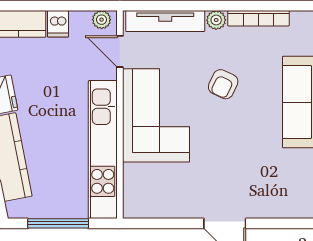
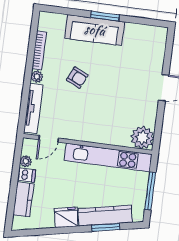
plant: (102, 20) -> (26, 161), moved
corner sofa: (156, 115) -> (91, 122), removed
plant: (141, 200) -> (142, 138), added

